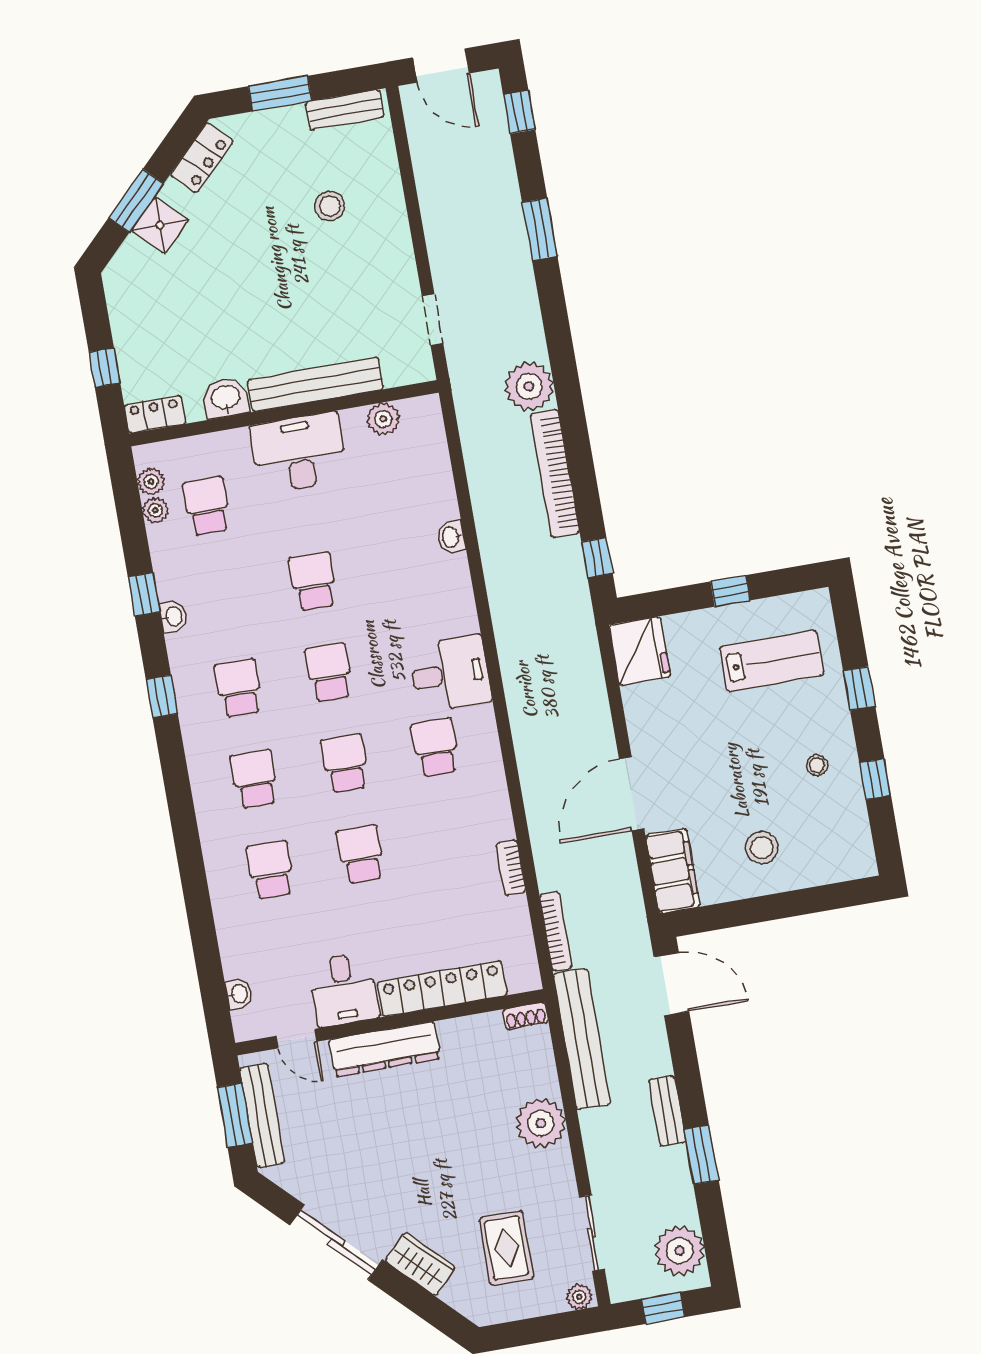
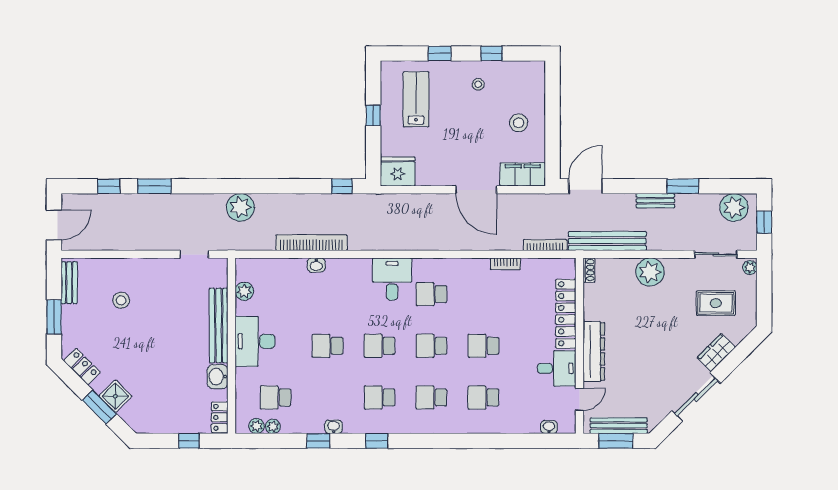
window: (519, 112) -> (109, 186), moved
bookcase: (555, 473) -> (311, 243), moved, turned 180

